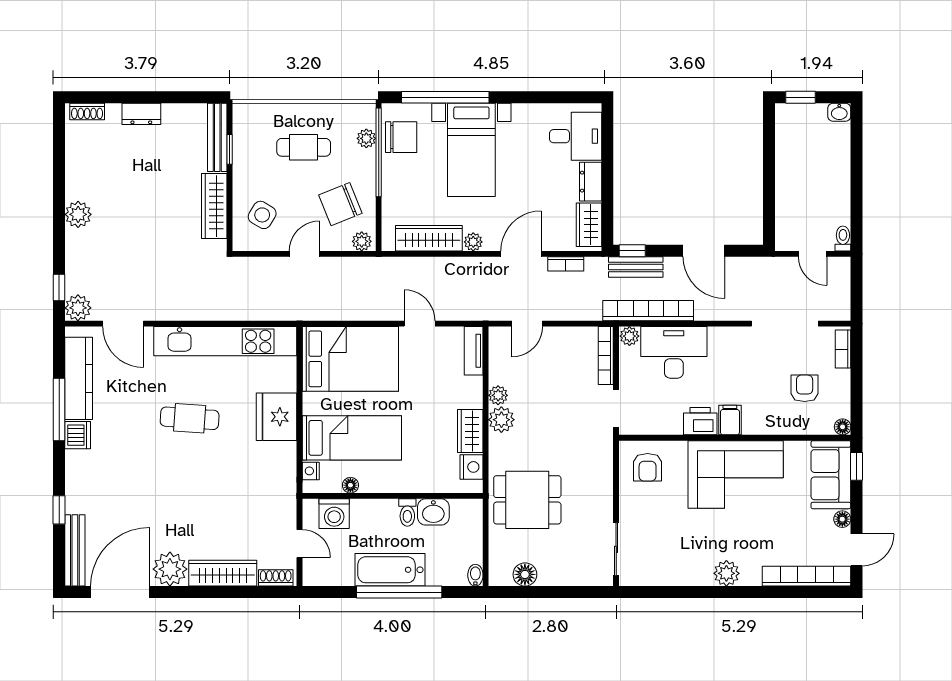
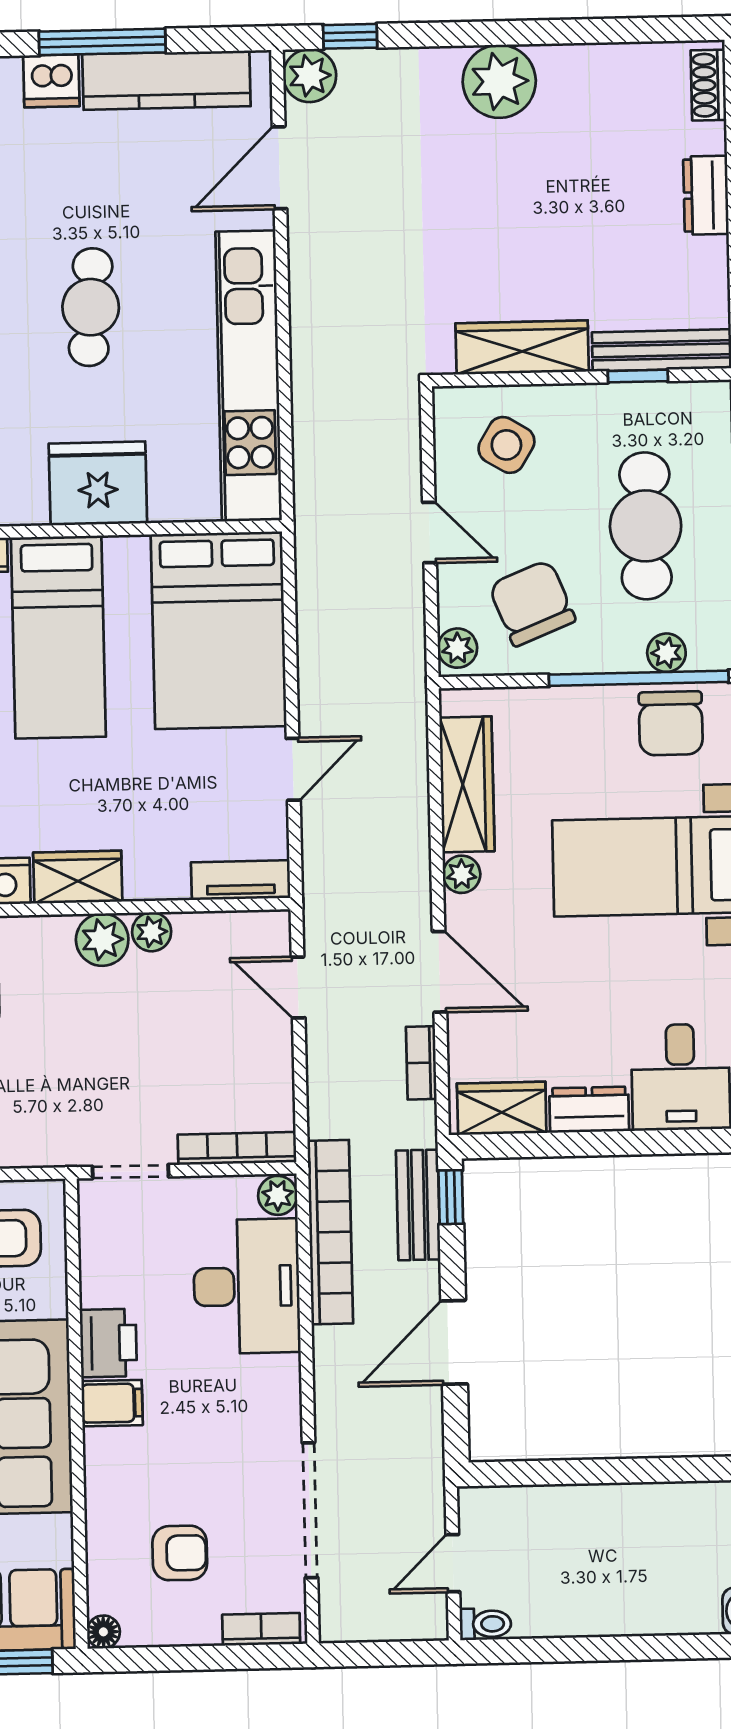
cafe table: (304, 147) -> (646, 526), width x1.37, depth x1.35
plant: (78, 214) -> (499, 81), width x1.36, depth x1.36

